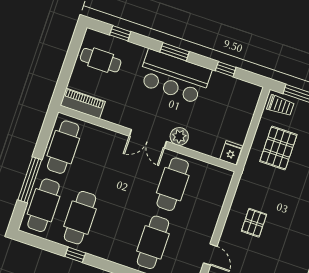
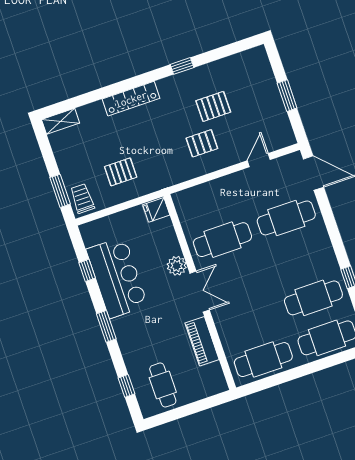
bar counter: (174, 77) -> (117, 277), moved
piano: (83, 103) -> (202, 341), moved
pallet: (278, 148) -> (121, 172), width x0.67, depth x0.71
window: (30, 180) -> (314, 367), removed
pallet: (274, 251) -> (213, 106), added

